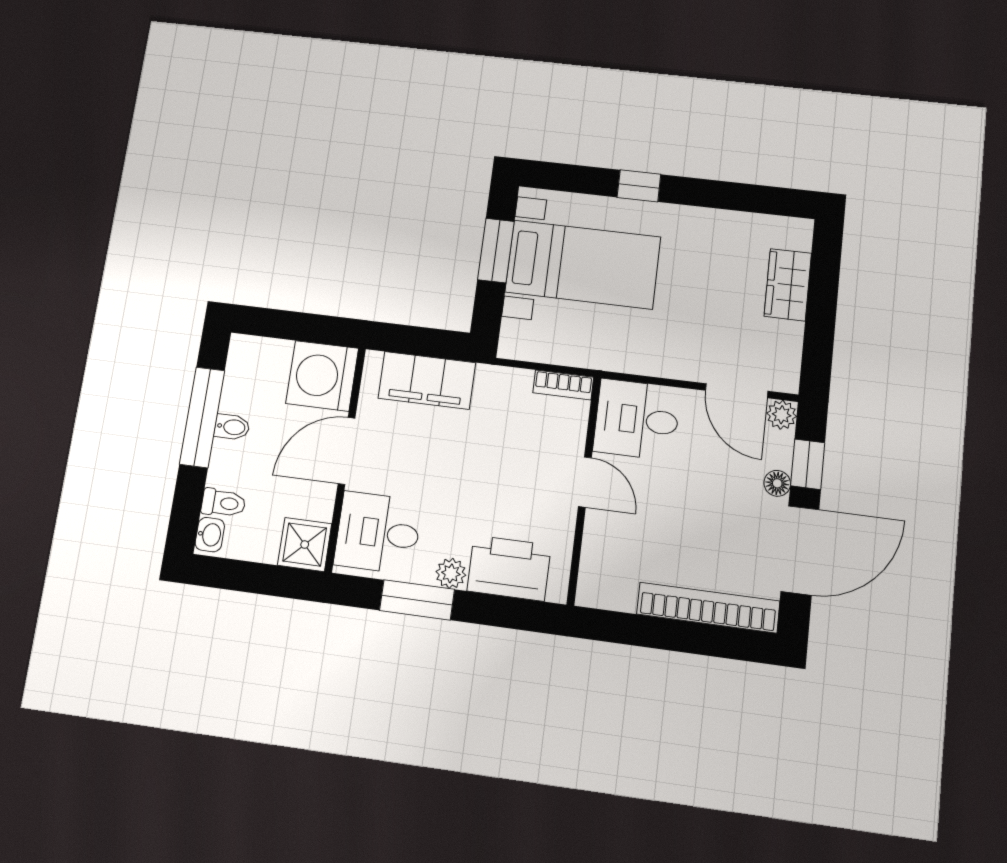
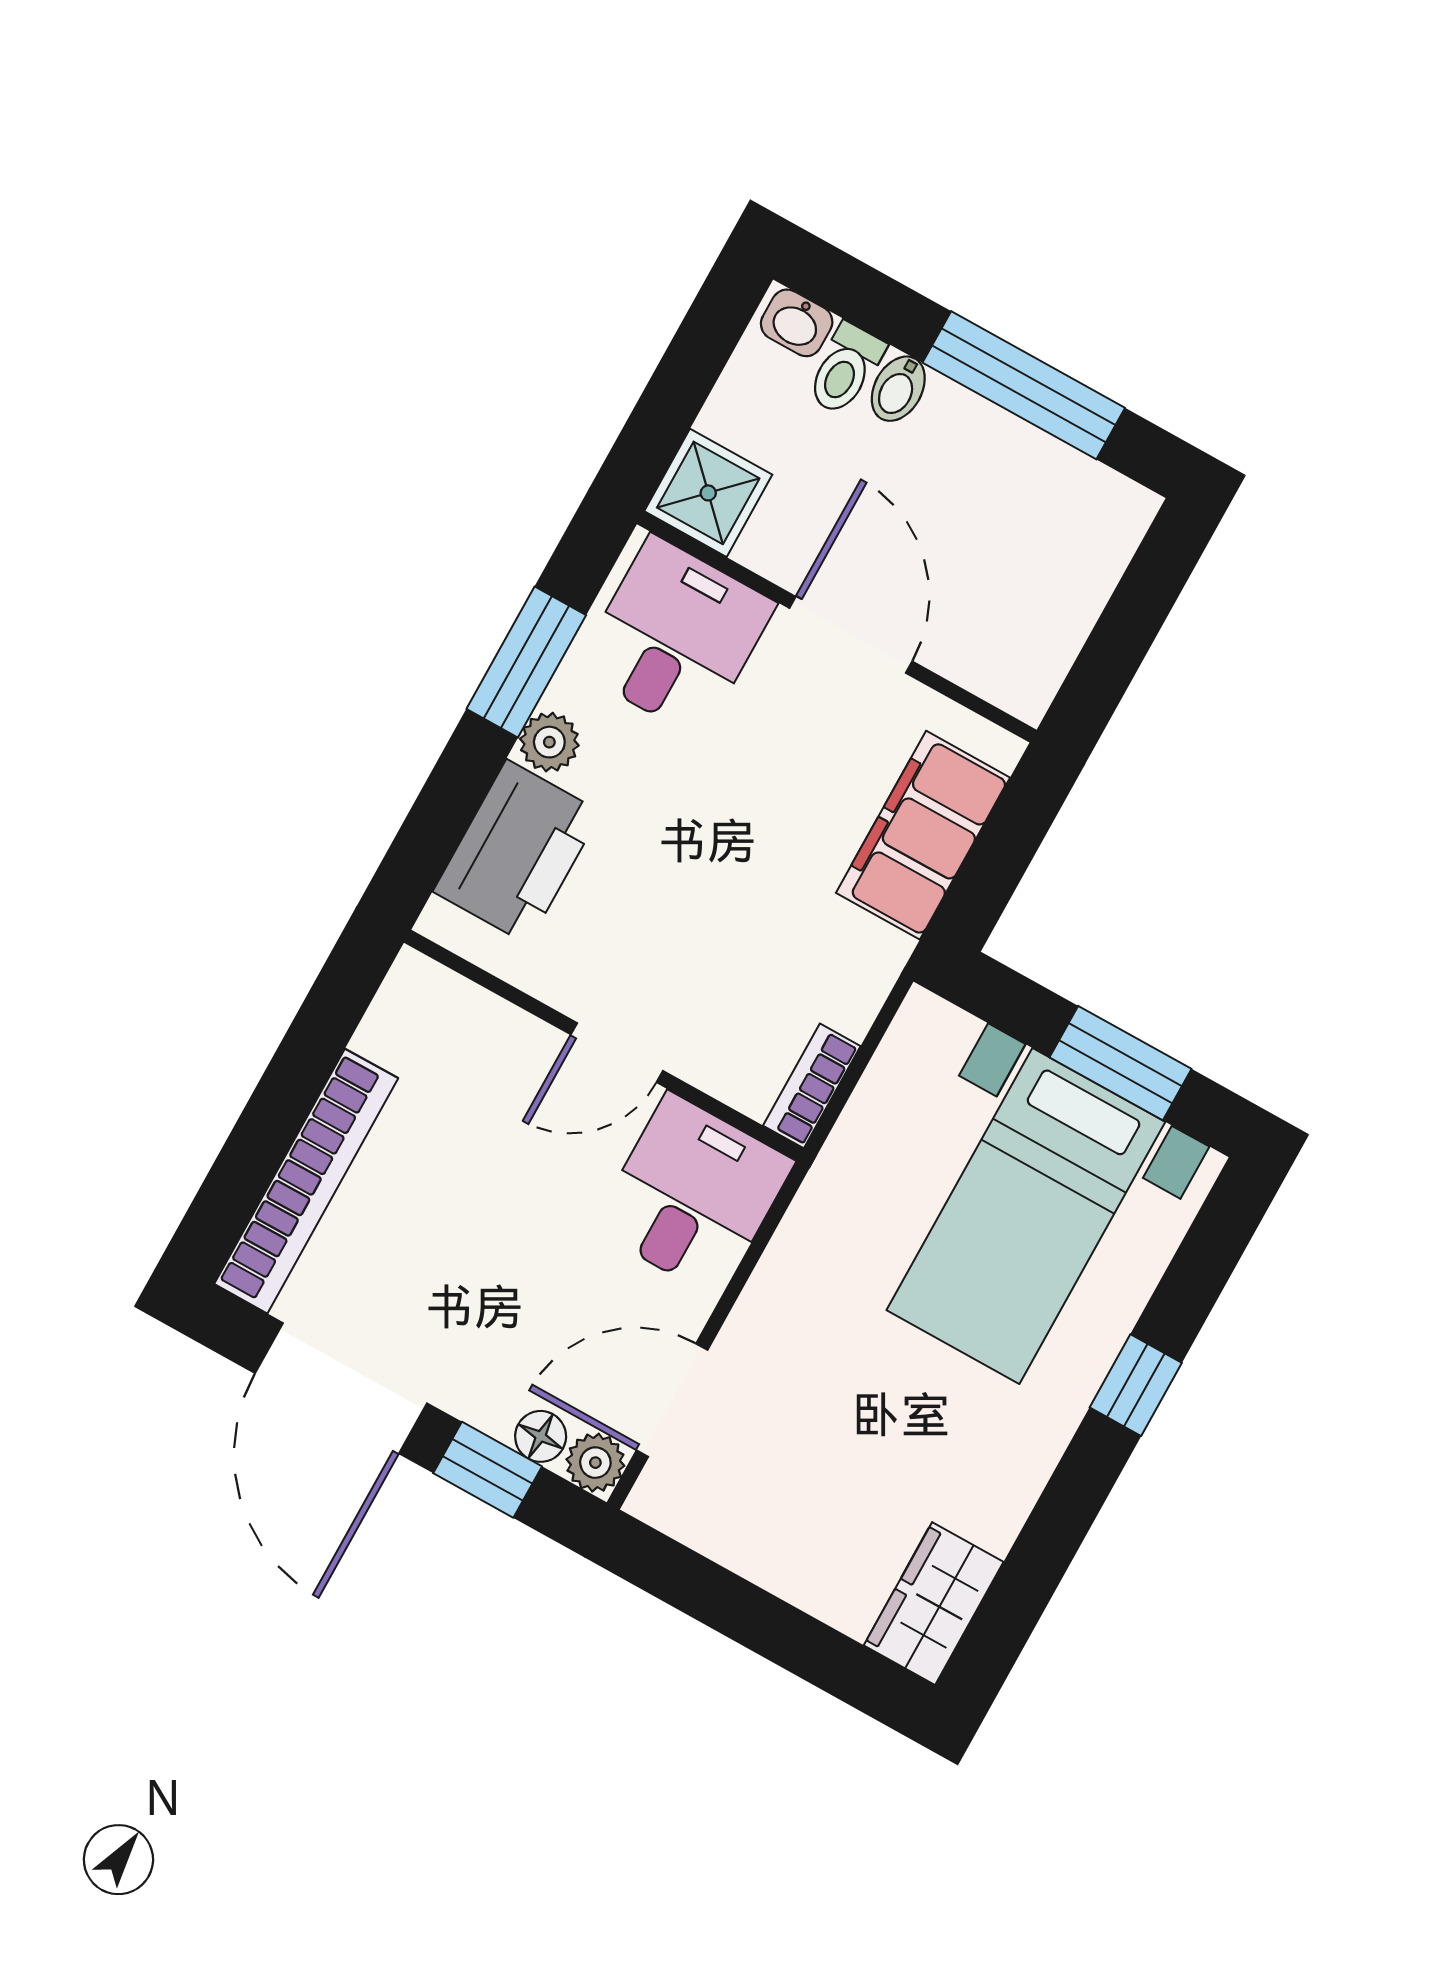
wardrobe: (788, 285) -> (934, 1604), moved, turned -90
washing machine: (322, 376) -> (1012, 641), removed
bidet: (232, 427) -> (898, 389), moved
floor lamp: (777, 483) -> (541, 1436), moved

